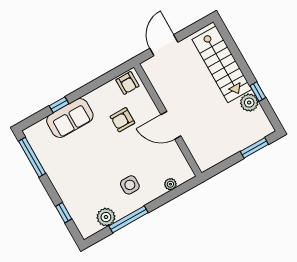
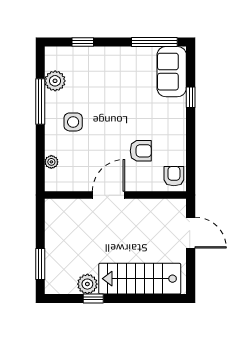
armchair: (127, 83) -> (174, 176), turned 90
sofa: (70, 118) -> (172, 72), moved
armchair: (122, 120) -> (141, 151), turned 90

